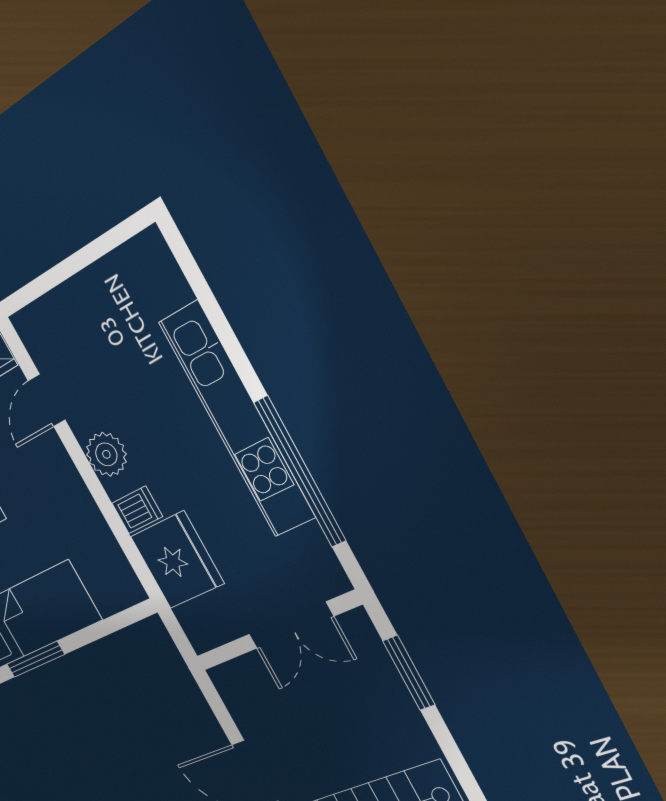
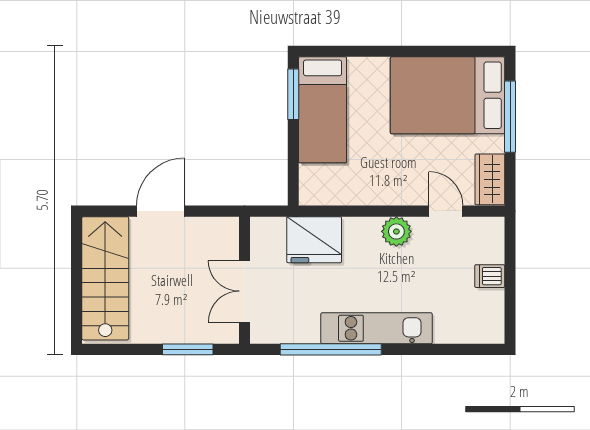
kitchen unit: (237, 420) -> (376, 328), width x0.73
dishwasher: (137, 510) -> (490, 276), moved, turned 90

